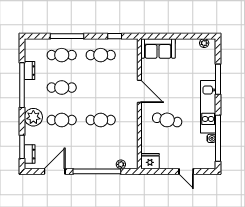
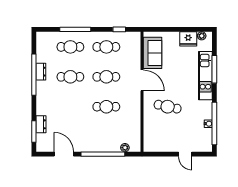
sofa: (158, 48) -> (152, 53), moved, turned -90
dresser: (30, 71) -> (41, 72), moved
kitchen unit: (208, 107) -> (205, 76), moved
plant: (33, 117) -> (44, 104), removed
cafe table: (62, 120) -> (106, 77), moved
dresser: (30, 154) -> (41, 124), moved
fridge: (150, 161) -> (188, 39), moved, turned 180
door: (55, 171) -> (64, 154), hinge flipped

